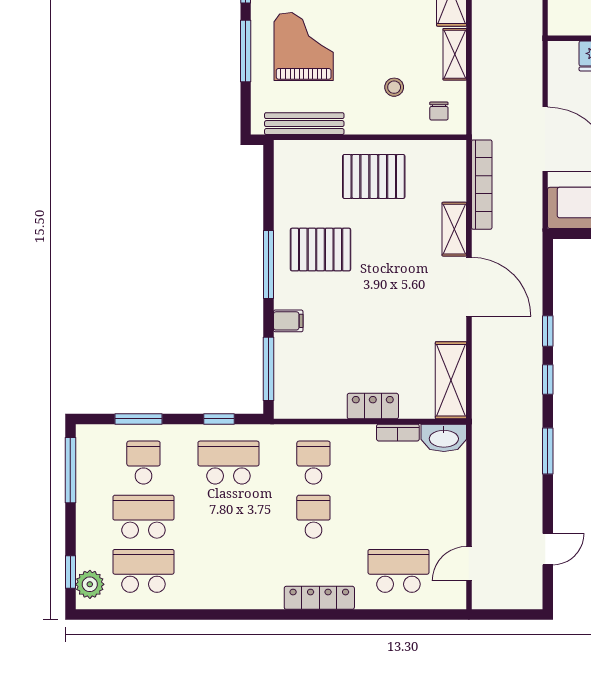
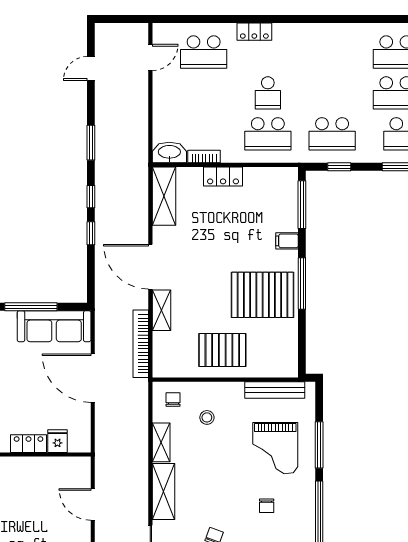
pallet: (321, 250) -> (263, 295), width x1.37, depth x1.41
school desk: (313, 463) -> (268, 134), width x1.85
locker: (319, 598) -> (254, 32), width x0.66

